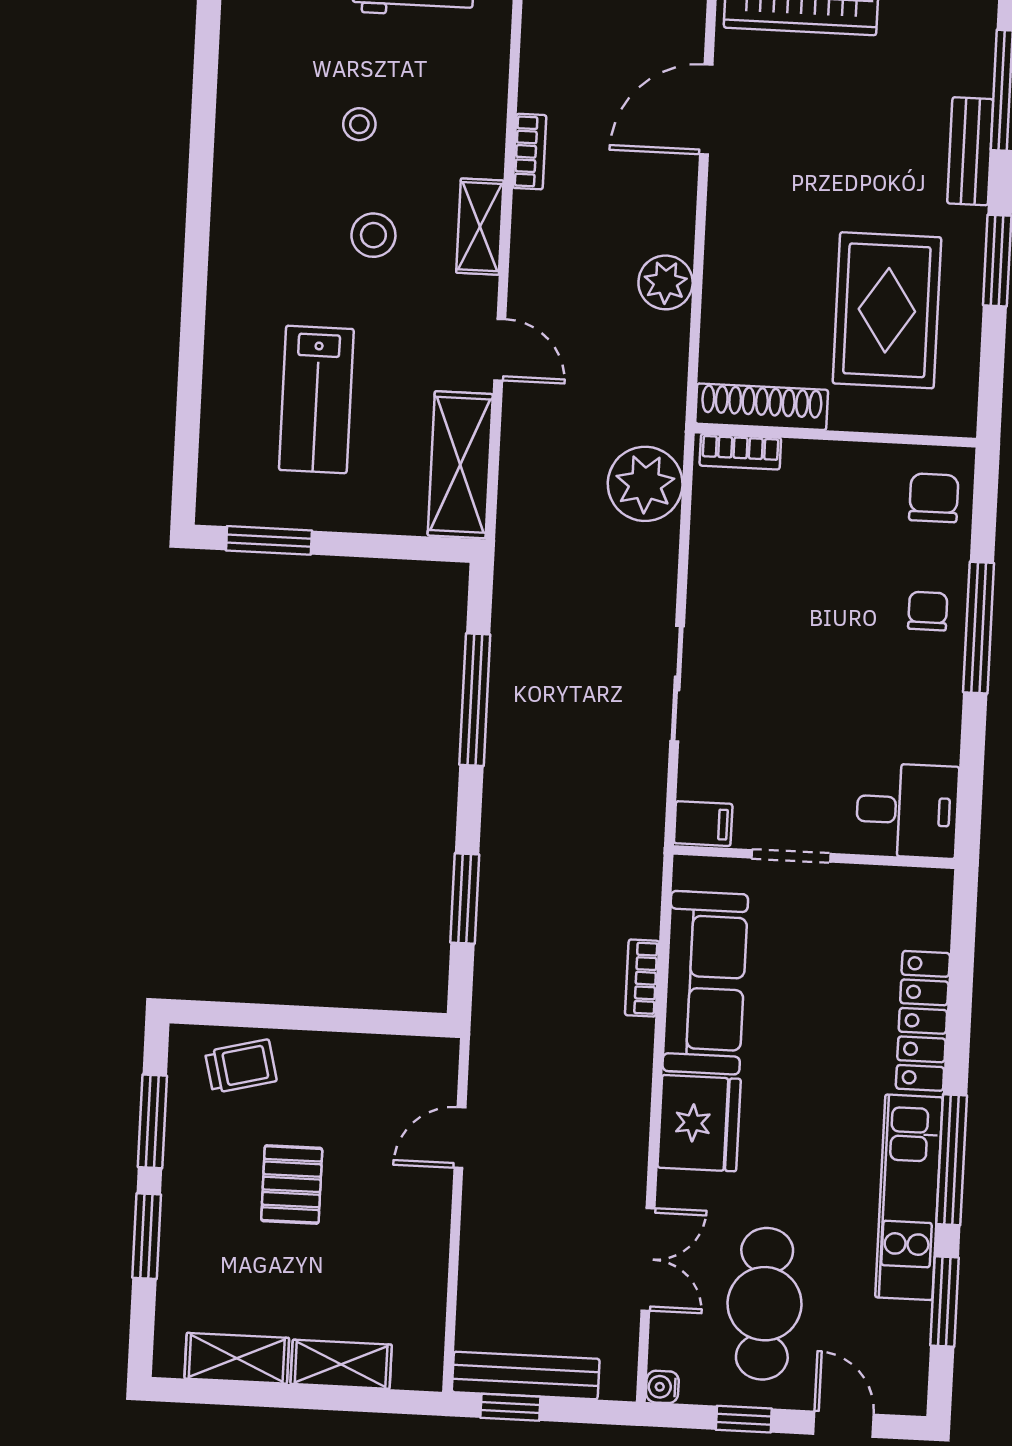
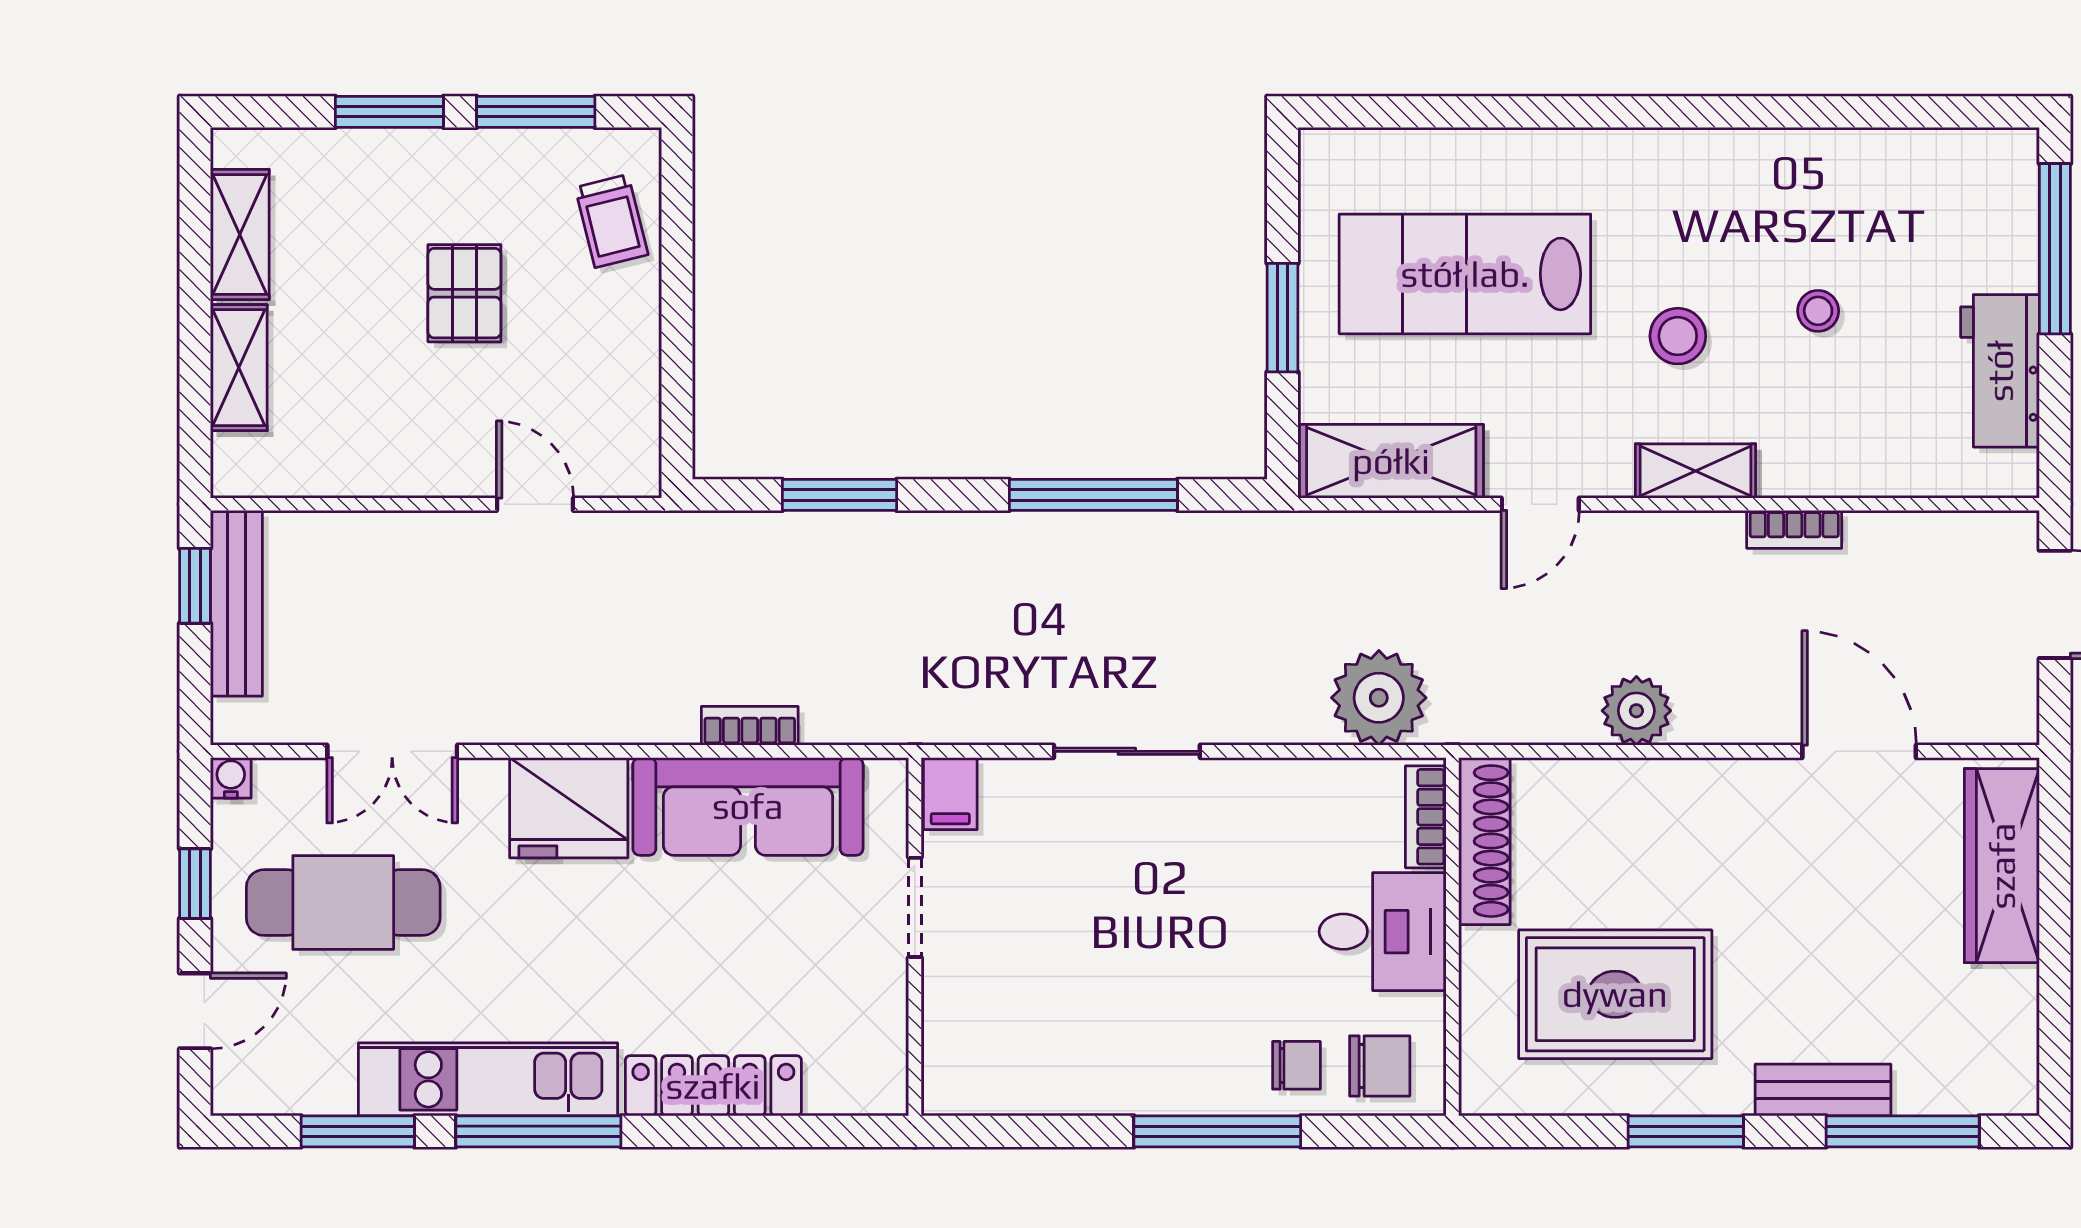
lab bench: (316, 399) -> (1465, 274), width x1.36, depth x1.39
window: (269, 540) -> (1283, 318), moved
chair: (928, 611) -> (1296, 1065), moved
desk: (907, 811) -> (1383, 932), moved, turned -90
pallet: (292, 1184) -> (464, 293), turned 90

